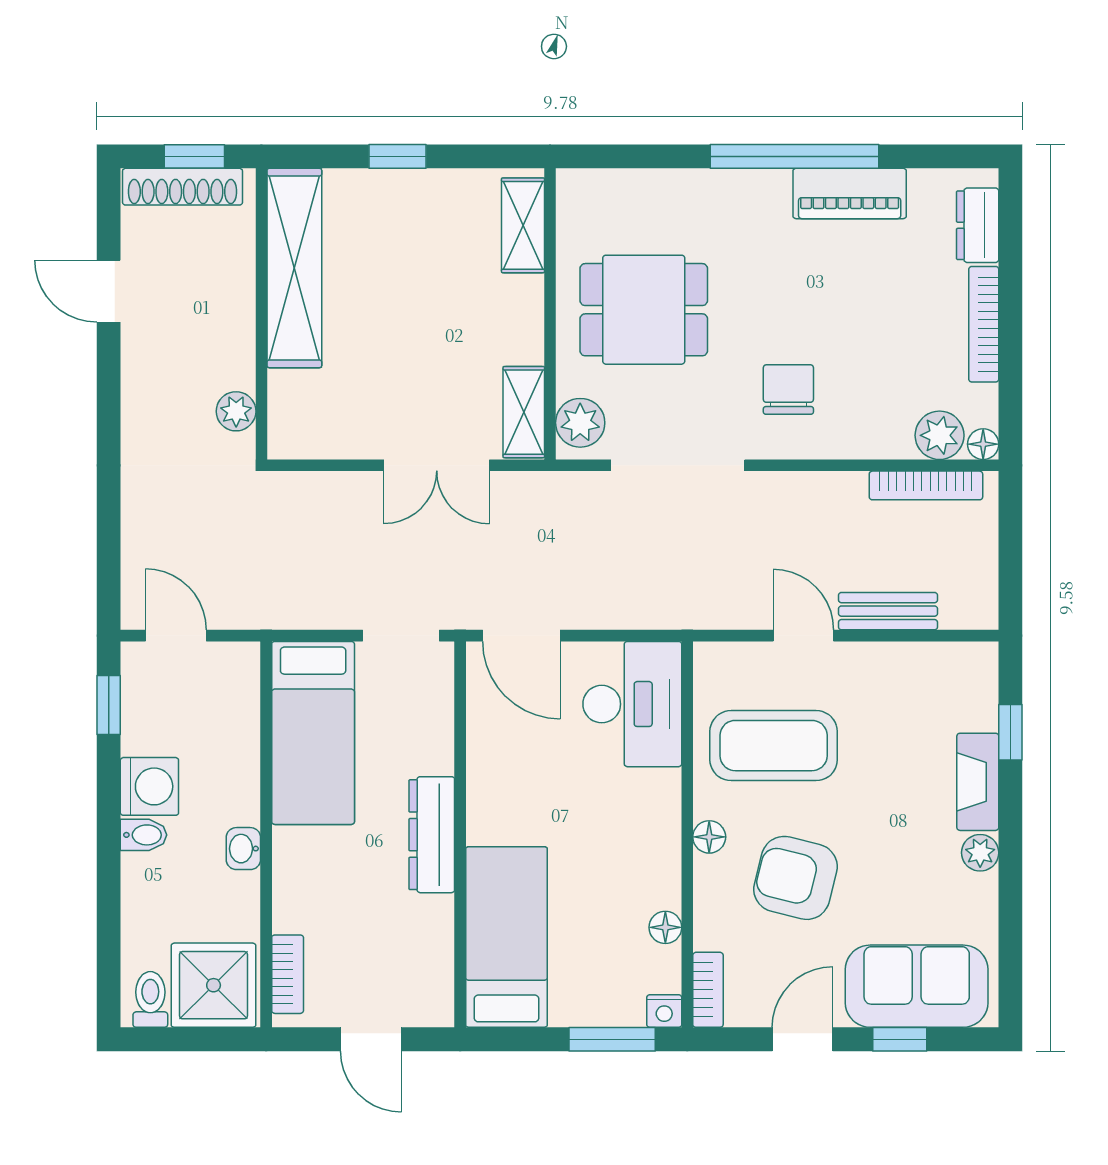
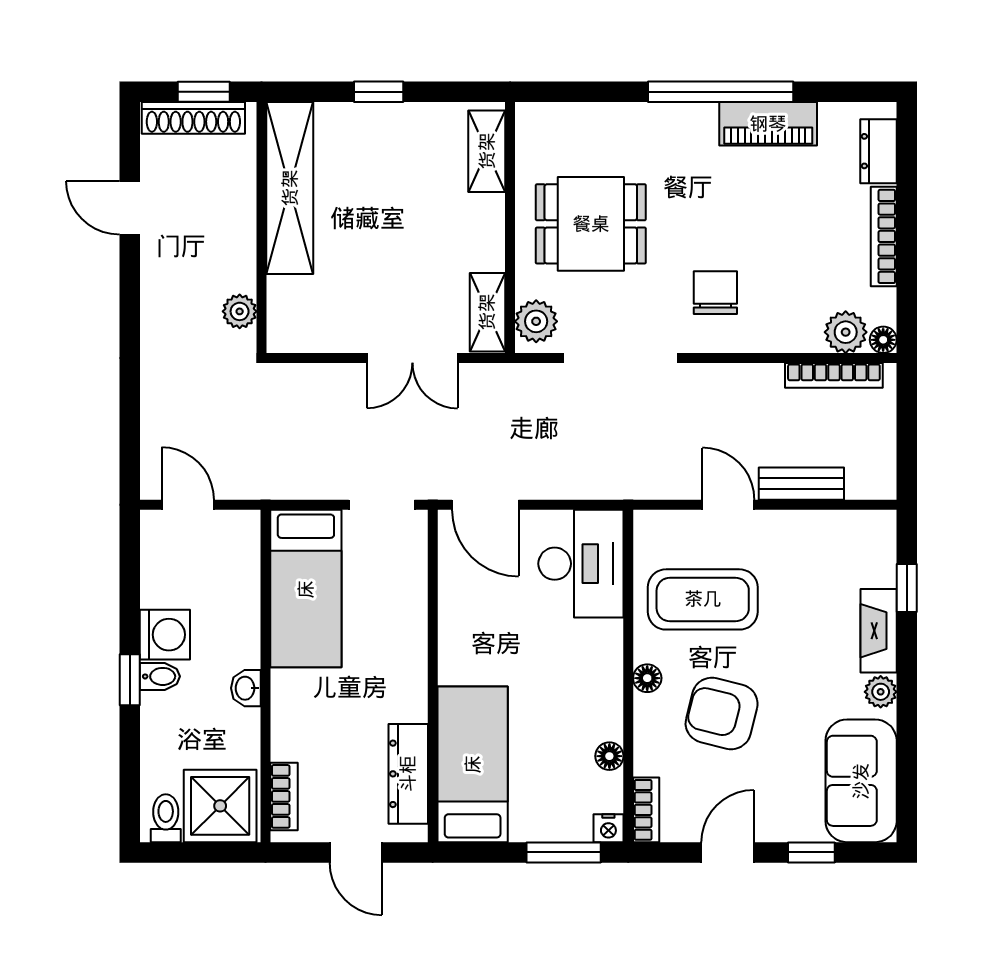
window: (109, 705) -> (130, 680), moved
dresser: (432, 835) -> (408, 774), moved
sofa: (917, 986) -> (861, 781), moved, turned -90

